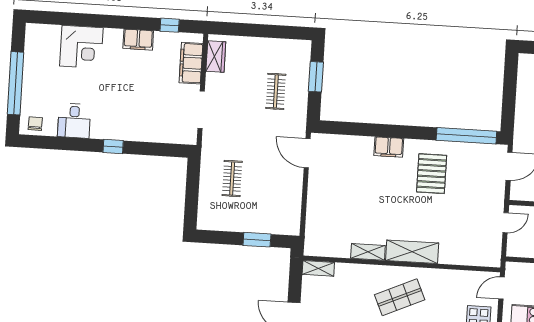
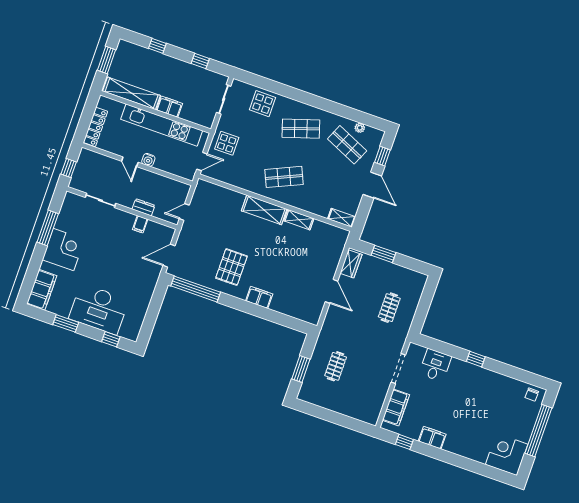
corner desk: (81, 47) -> (507, 454), moved
wardrobe: (216, 57) -> (351, 264), moved, turned 180
desk: (74, 121) -> (435, 365), moved
door: (307, 153) -> (331, 291), moved

